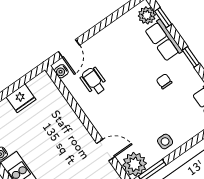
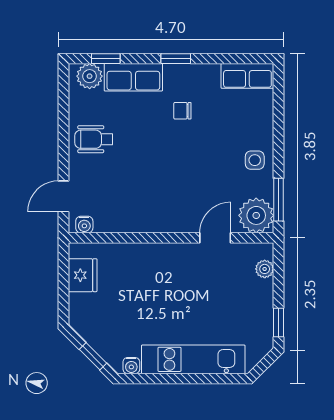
door: (69, 48) -> (63, 196), swing flipped
wheelchair: (94, 81) -> (94, 139), moved
fridge: (21, 98) -> (83, 275), moved

